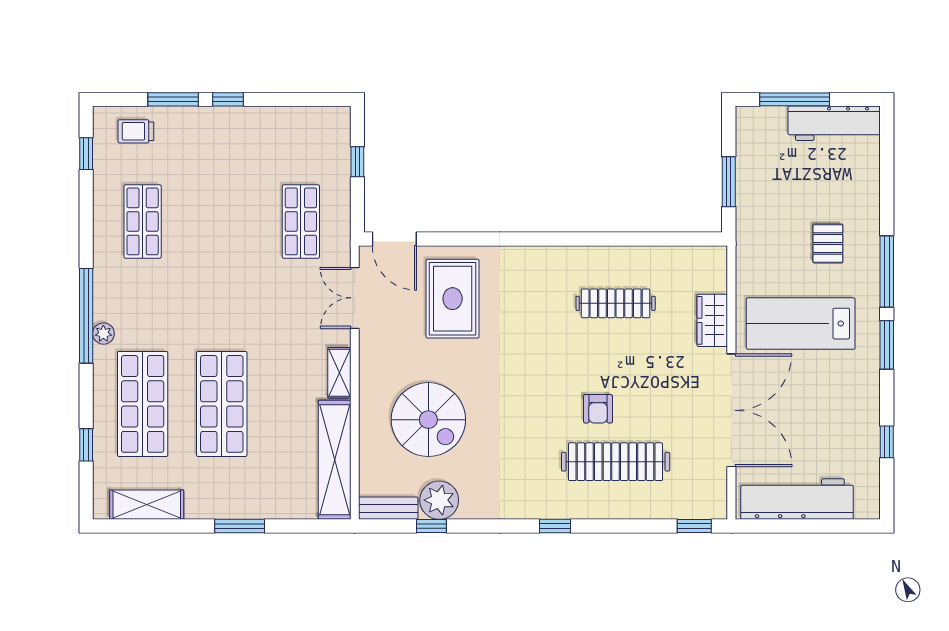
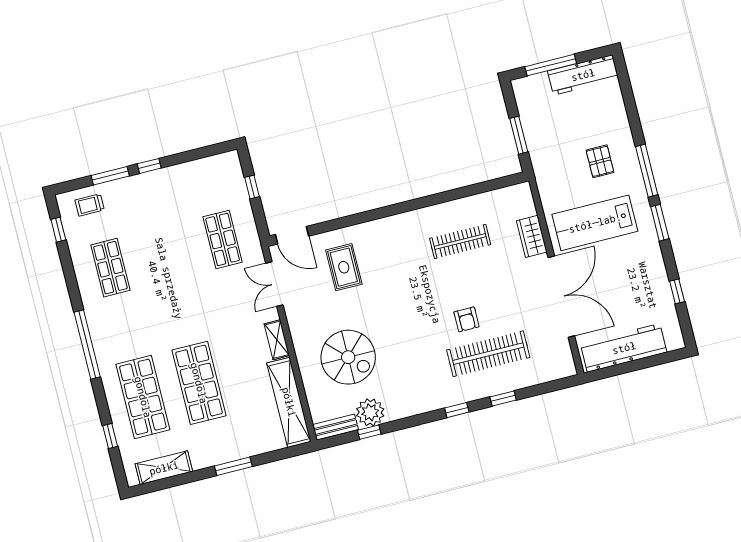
rug: (453, 299) -> (344, 267), width x0.73, depth x0.70
plant: (103, 334) -> (103, 354), removed
window: (694, 526) -> (503, 398), moved

